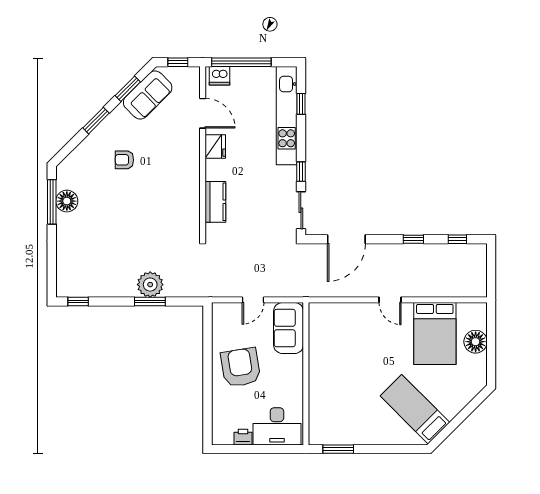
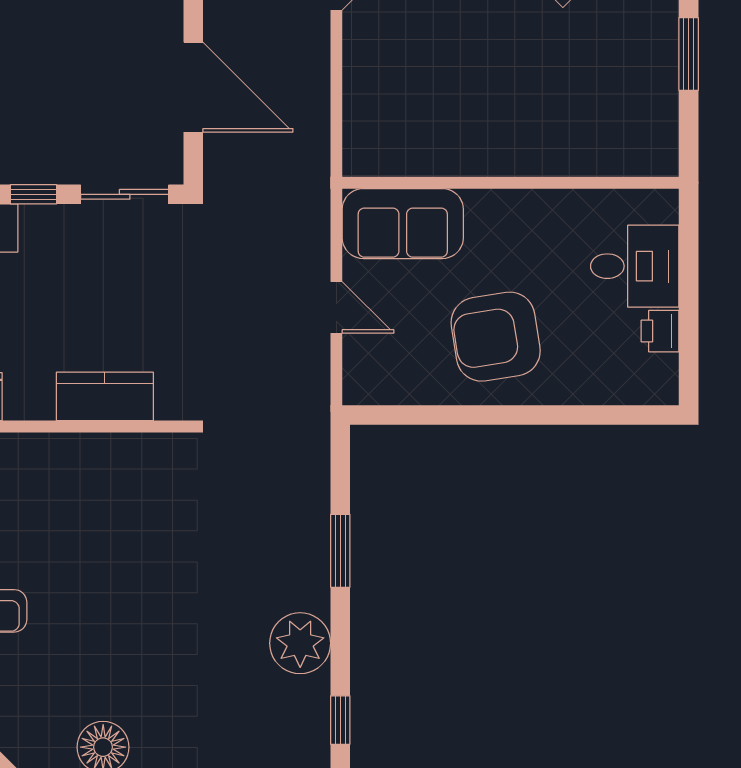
plant: (150, 285) -> (300, 643), moved
desk: (277, 426) -> (635, 266), width x0.73
window: (338, 449) -> (689, 54), moved

